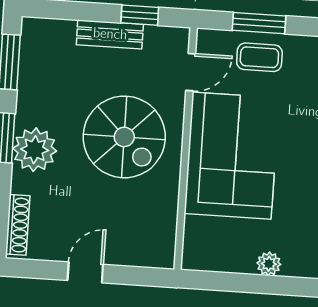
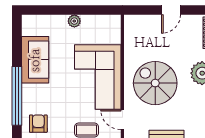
door: (191, 72) -> (122, 120), hinge flipped

